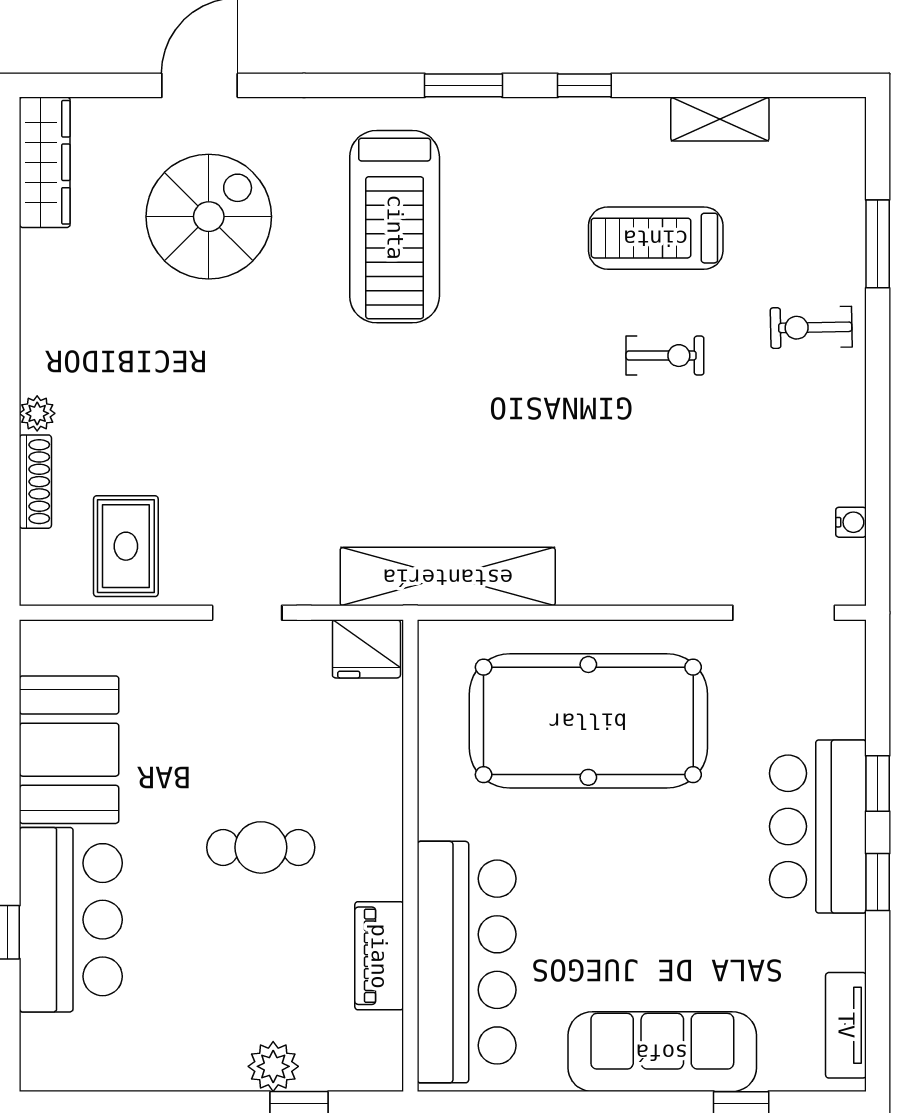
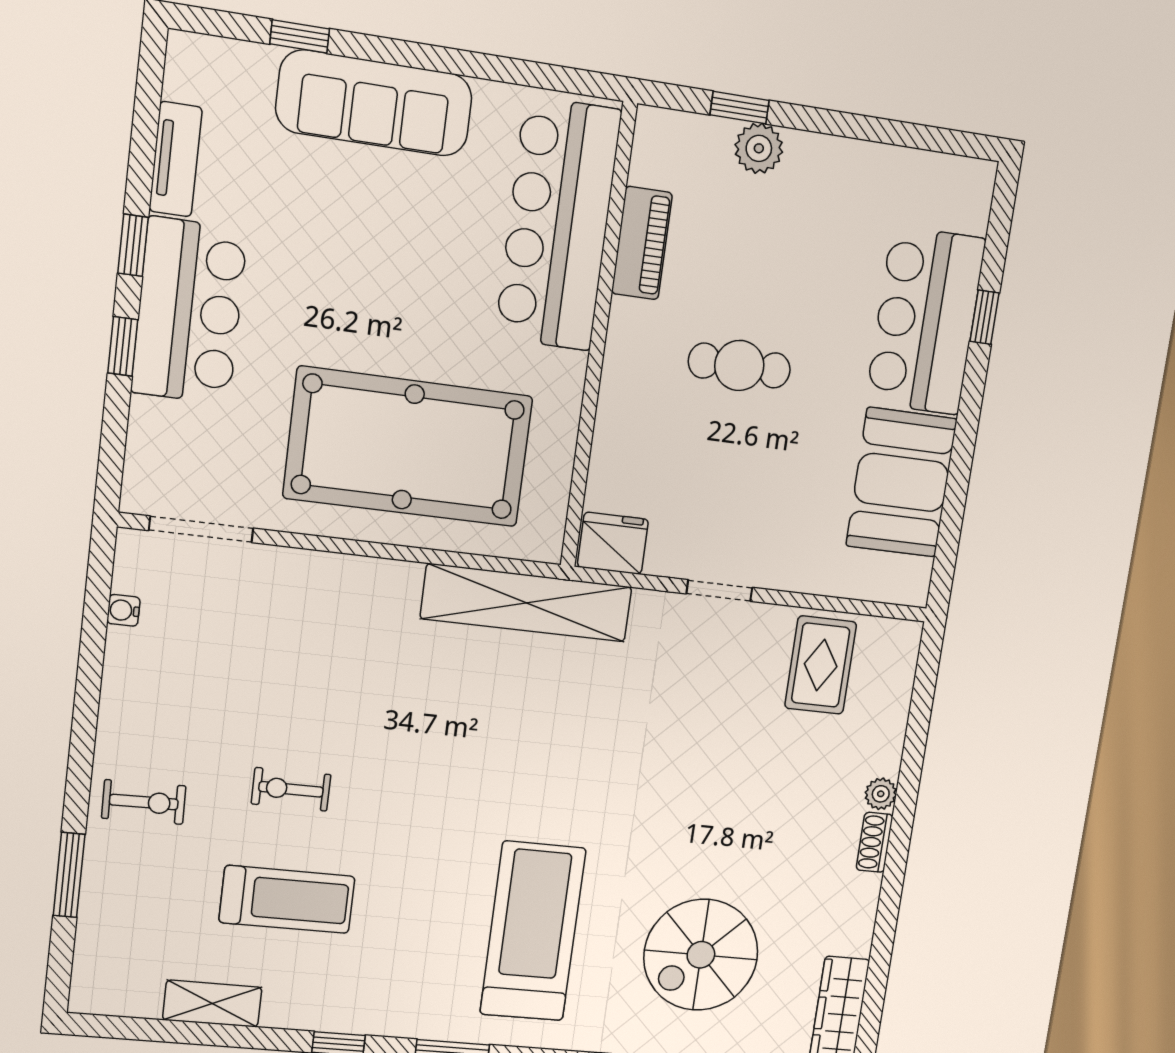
shoe rack: (35, 482) -> (875, 842), moved, width x0.70
tv unit: (846, 1025) -> (176, 159), moved

